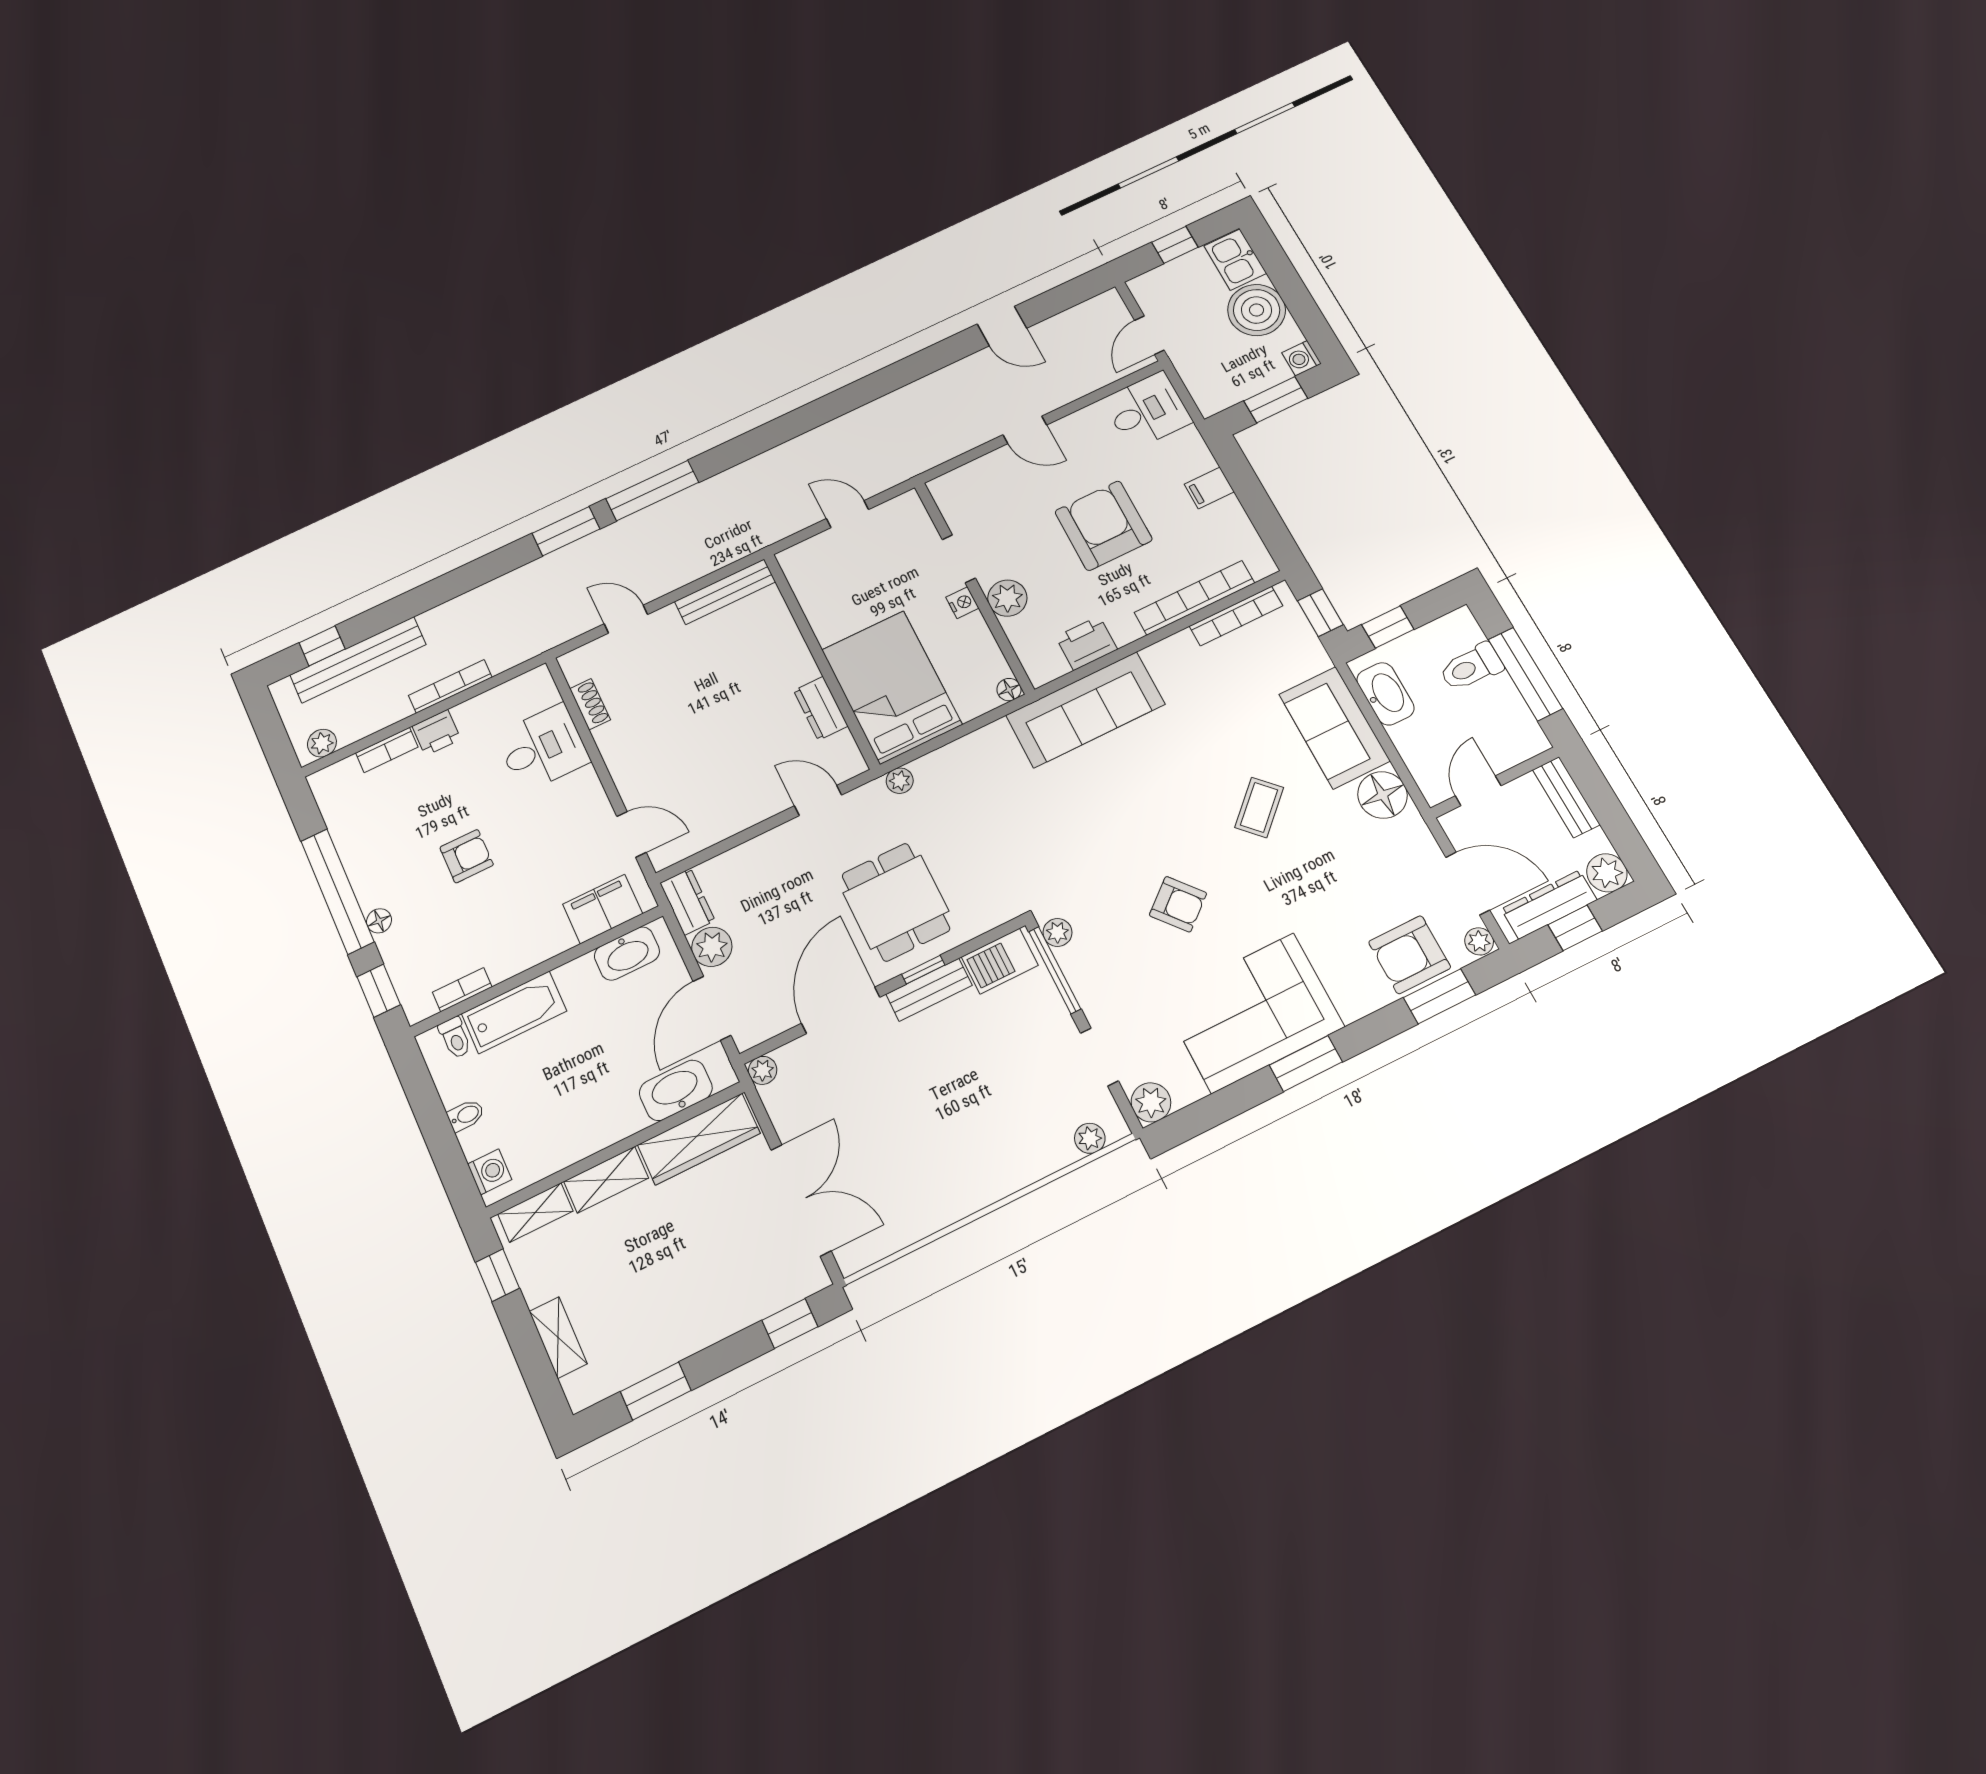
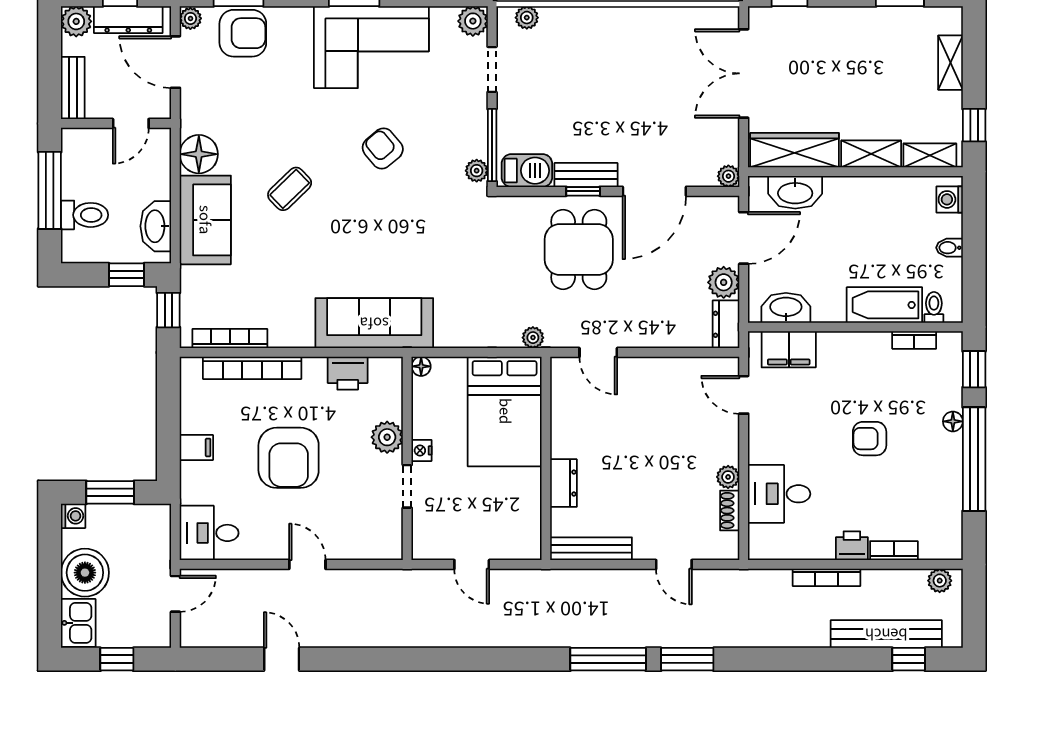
dresser: (821, 708) -> (563, 483), moved
plant: (608, 738) -> (728, 477), added

